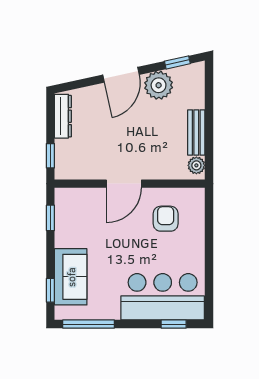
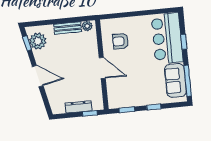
plant: (159, 85) -> (38, 41), moved
dresser: (63, 116) -> (78, 107), moved
sofa: (71, 277) -> (175, 80), moved, turned -90
window: (50, 290) -> (154, 107), moved
window: (174, 324) -> (184, 42), moved

